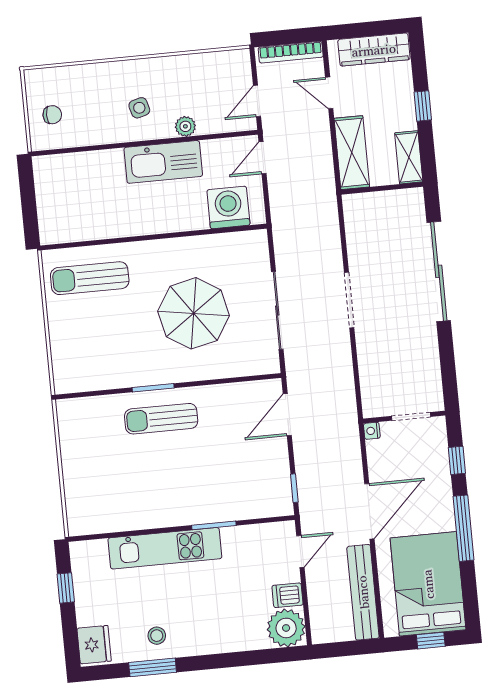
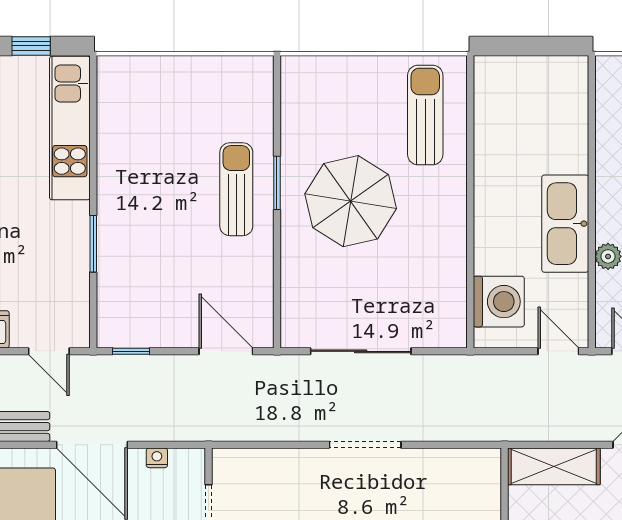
parasol: (194, 313) -> (351, 201), moved
nightstand: (372, 431) -> (157, 458), moved
kitchen unit: (165, 548) -> (70, 128), moved

